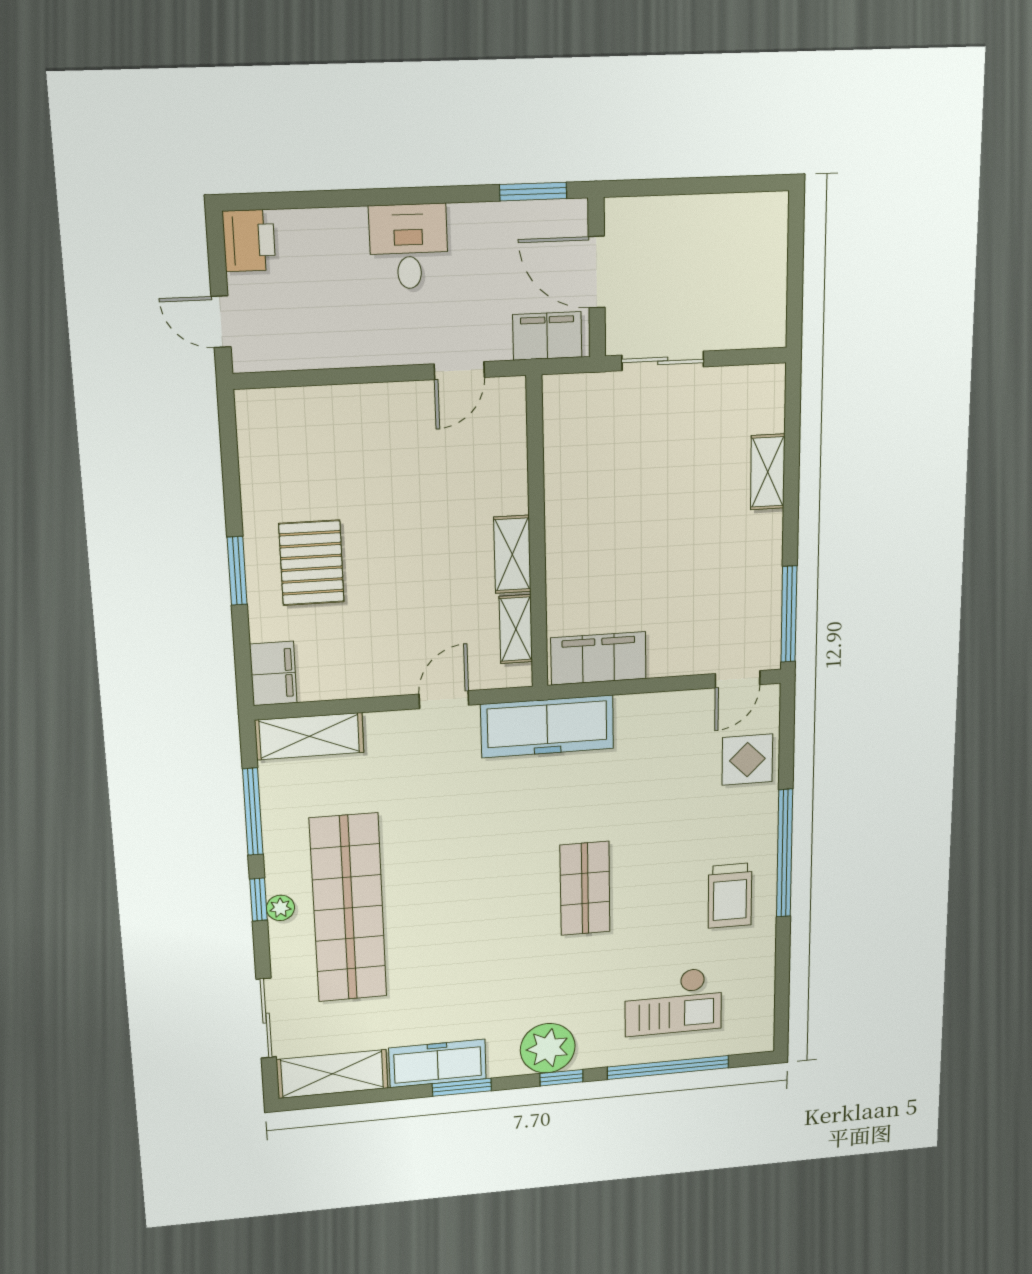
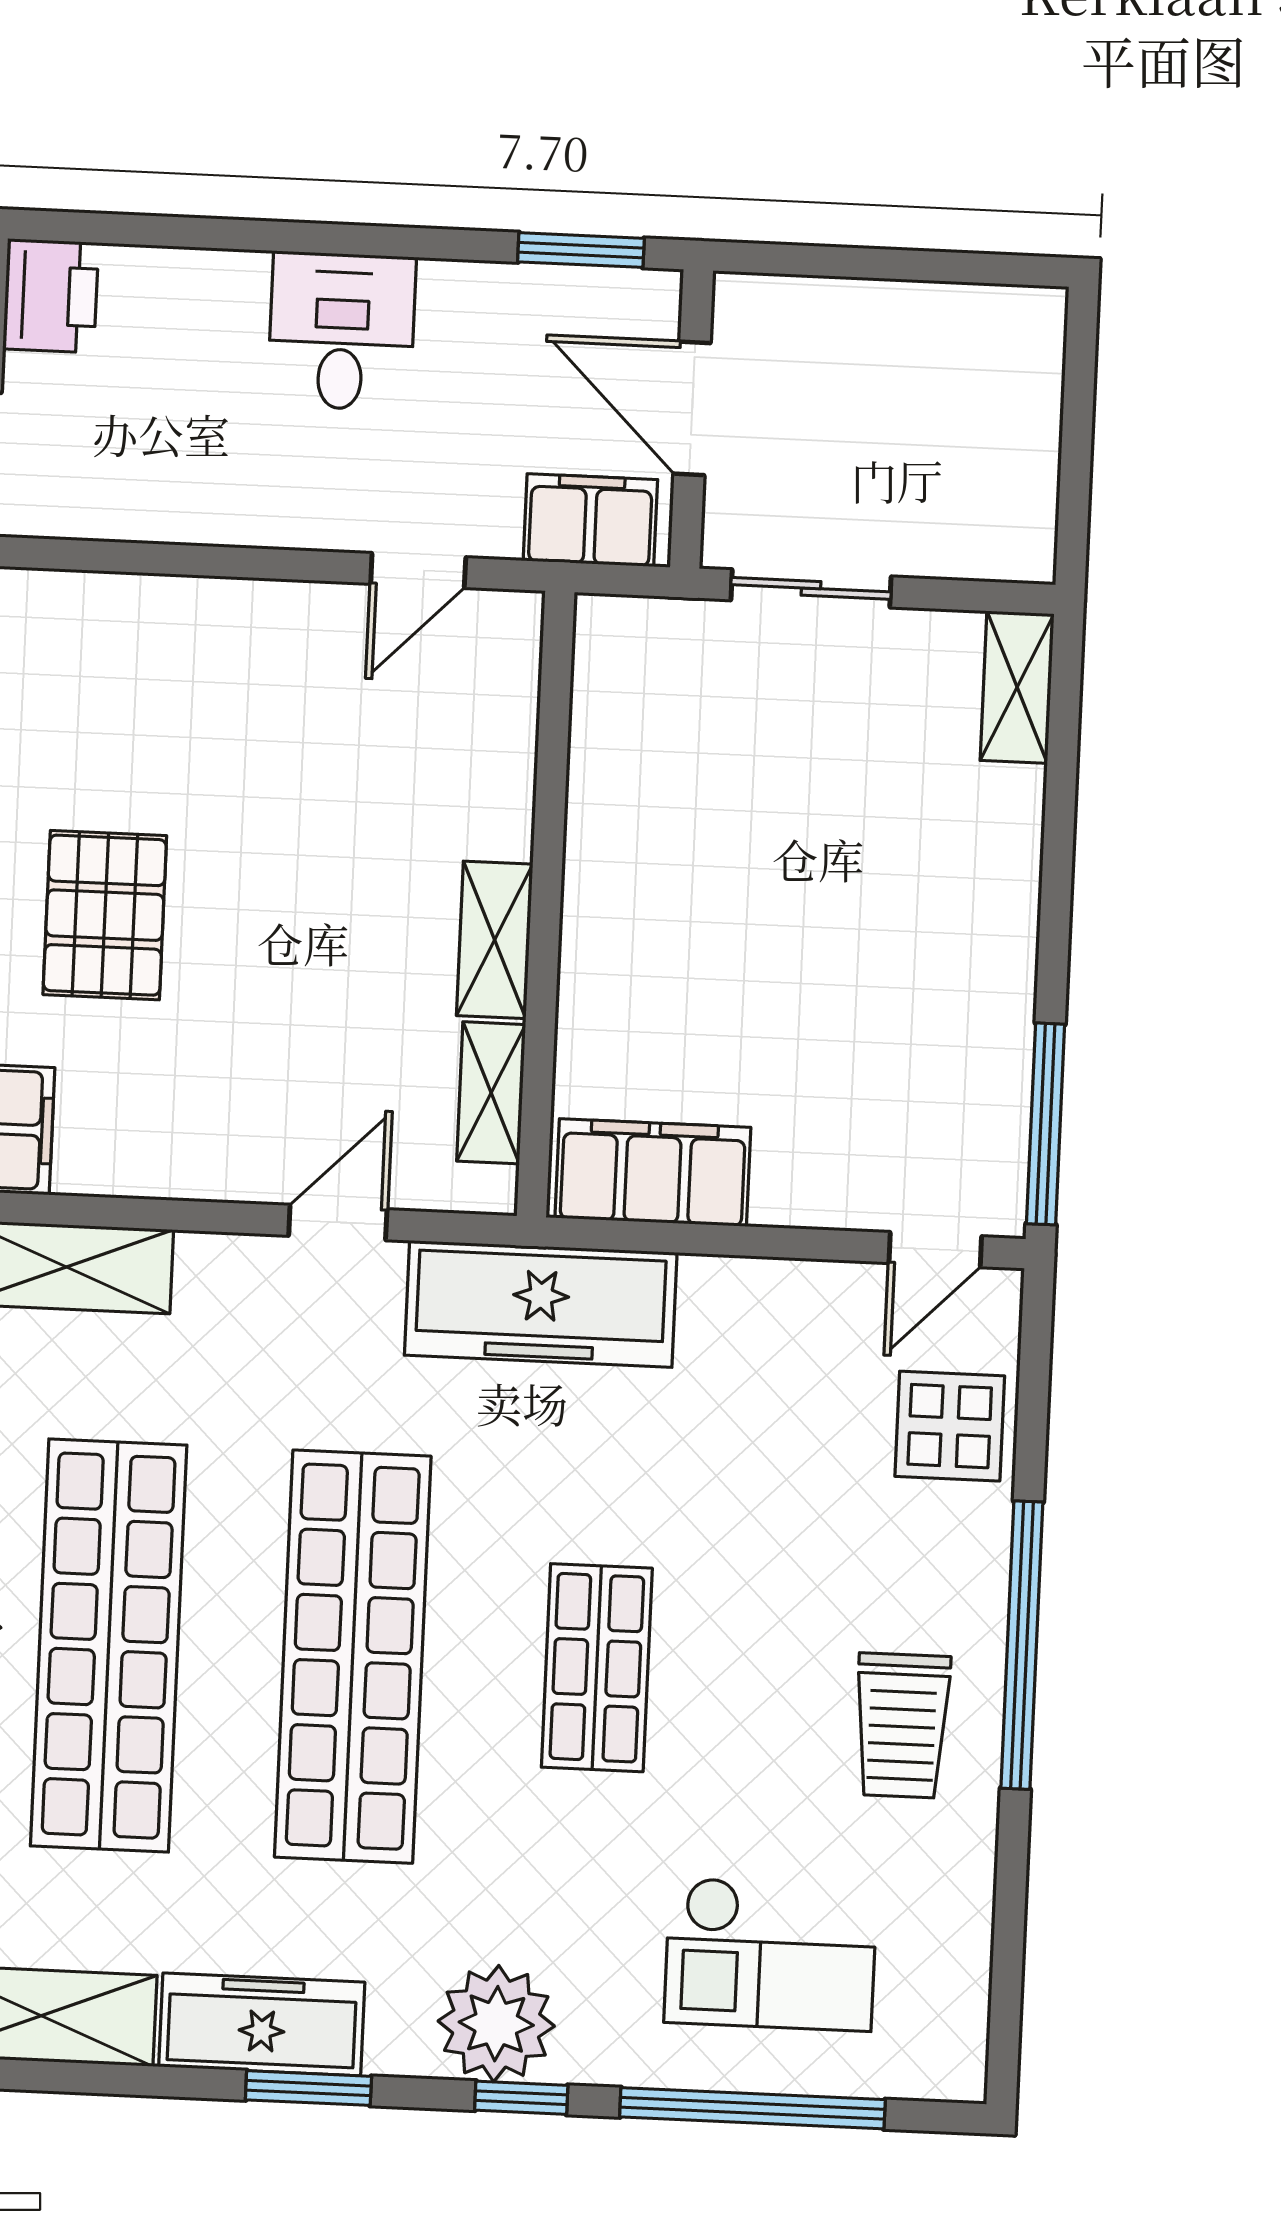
shelving: (768, 472) -> (1017, 687), moved
shop shelf: (468, 898) -> (353, 1657), added

